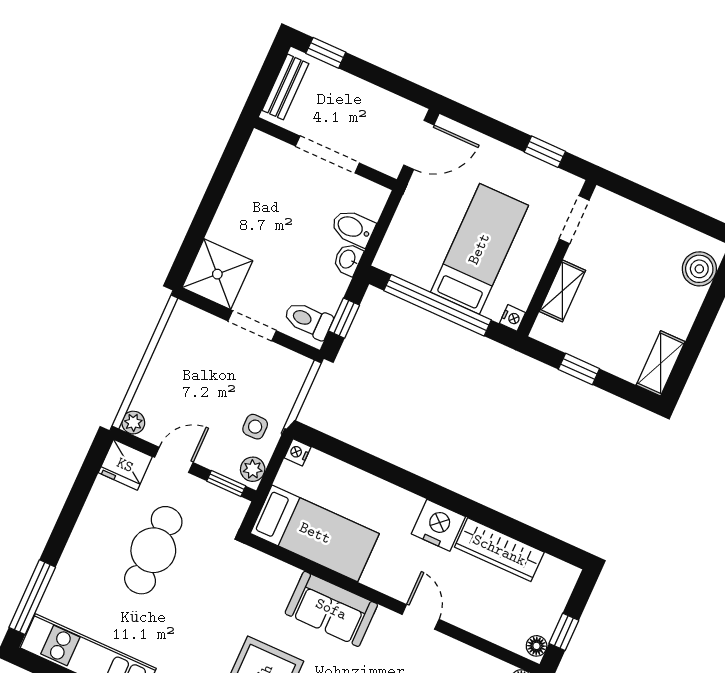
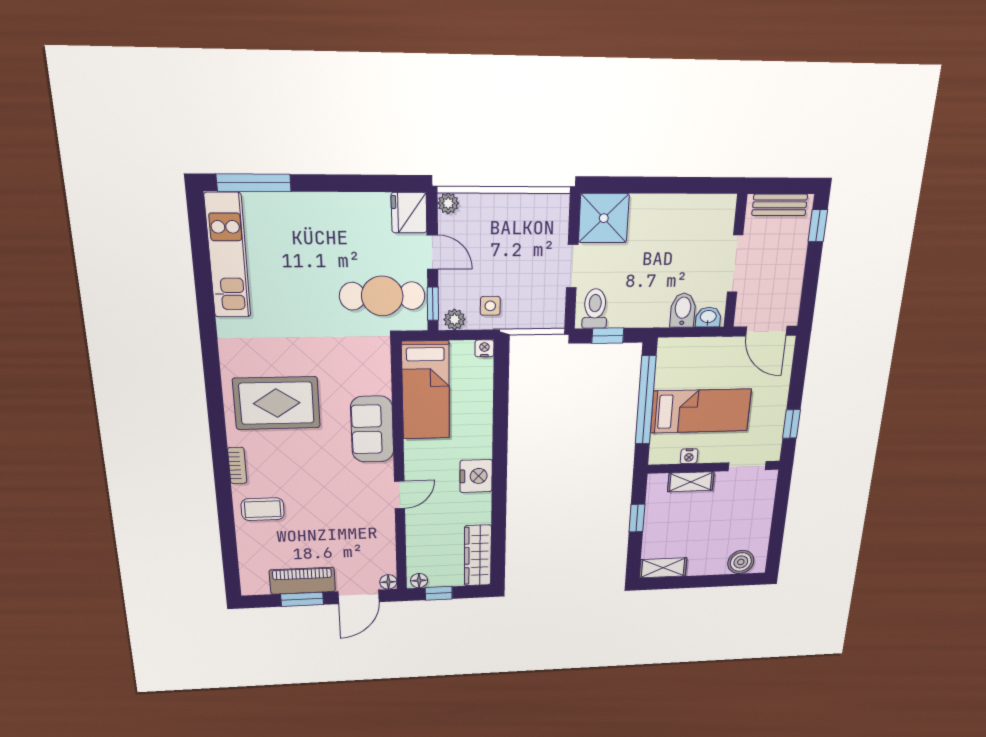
washbasin: (348, 259) -> (708, 317), moved
nightstand: (512, 318) -> (689, 456), moved
cafe table: (153, 550) -> (382, 296), moved
wardrobe: (499, 550) -> (478, 556), moved

